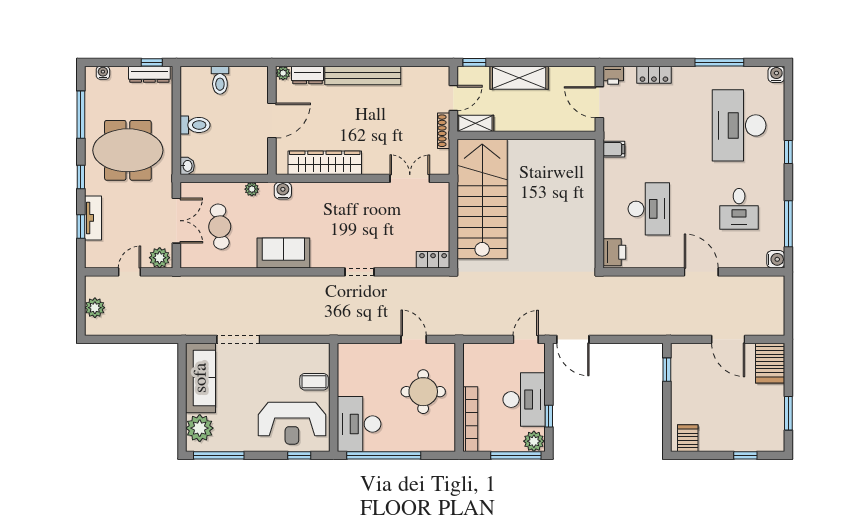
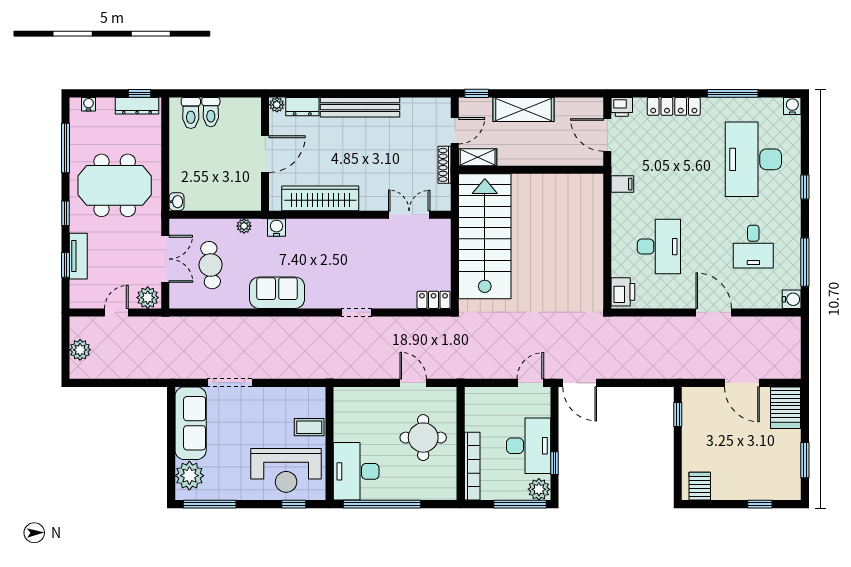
locker: (654, 75) -> (674, 106), width x1.53
toilet: (195, 125) -> (191, 113), moved, turned 90

